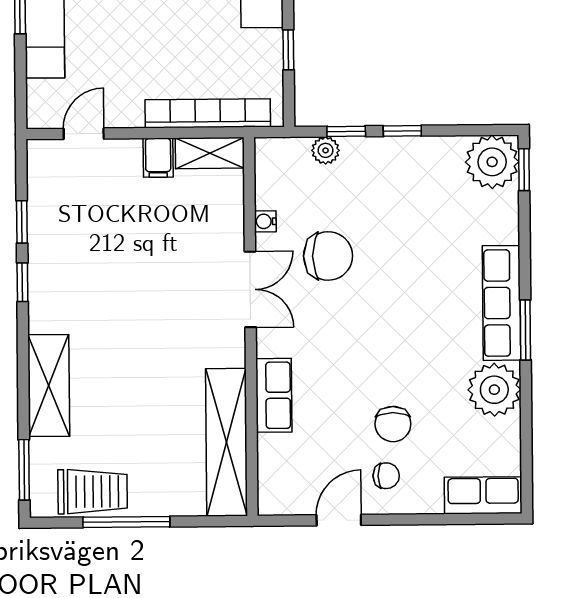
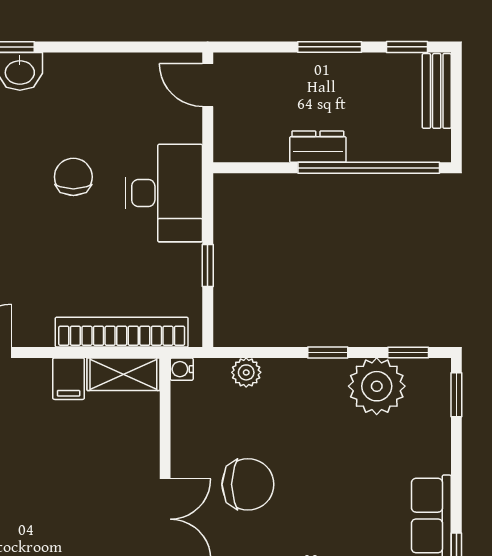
window: (346, 131) -> (408, 352), moved
plant: (492, 162) -> (377, 386), moved
water cooler: (265, 221) -> (182, 369), moved

